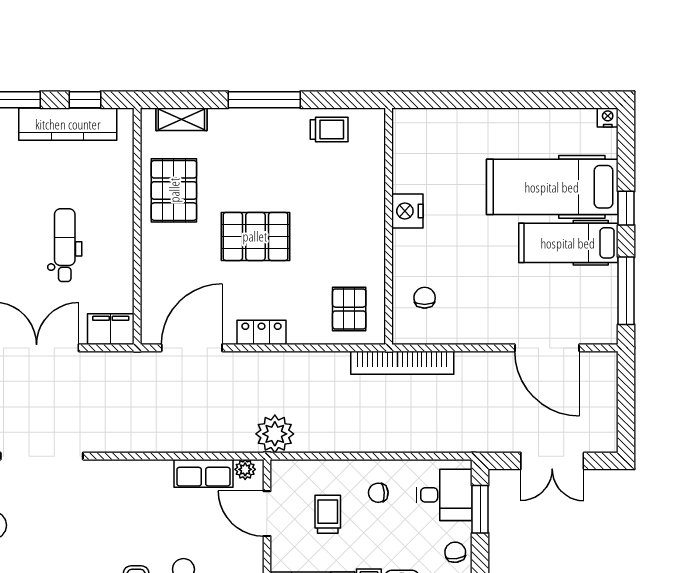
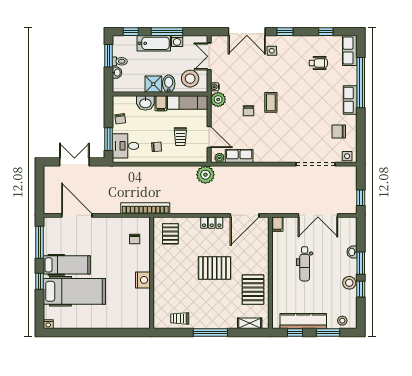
filing cabinet: (111, 329) -> (277, 224), width x0.50

